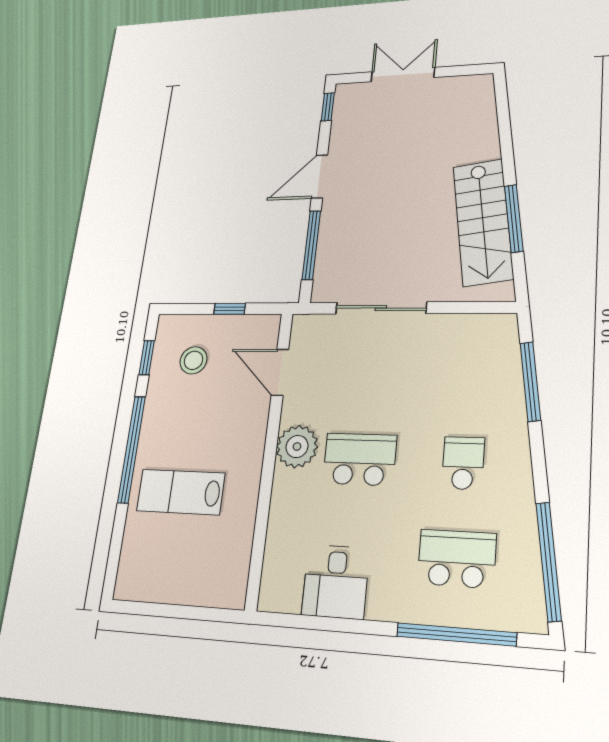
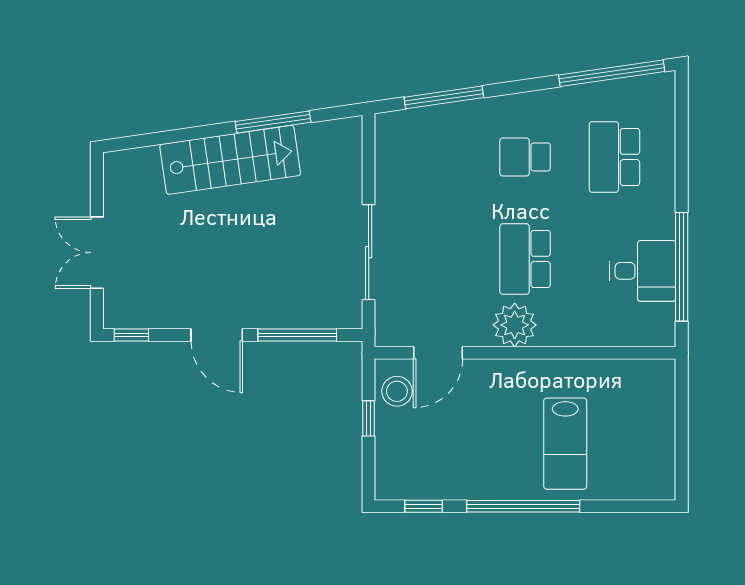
stairs: (483, 222) -> (230, 160), moved
stool: (193, 360) -> (397, 391), moved
window: (456, 634) -> (682, 267), moved

